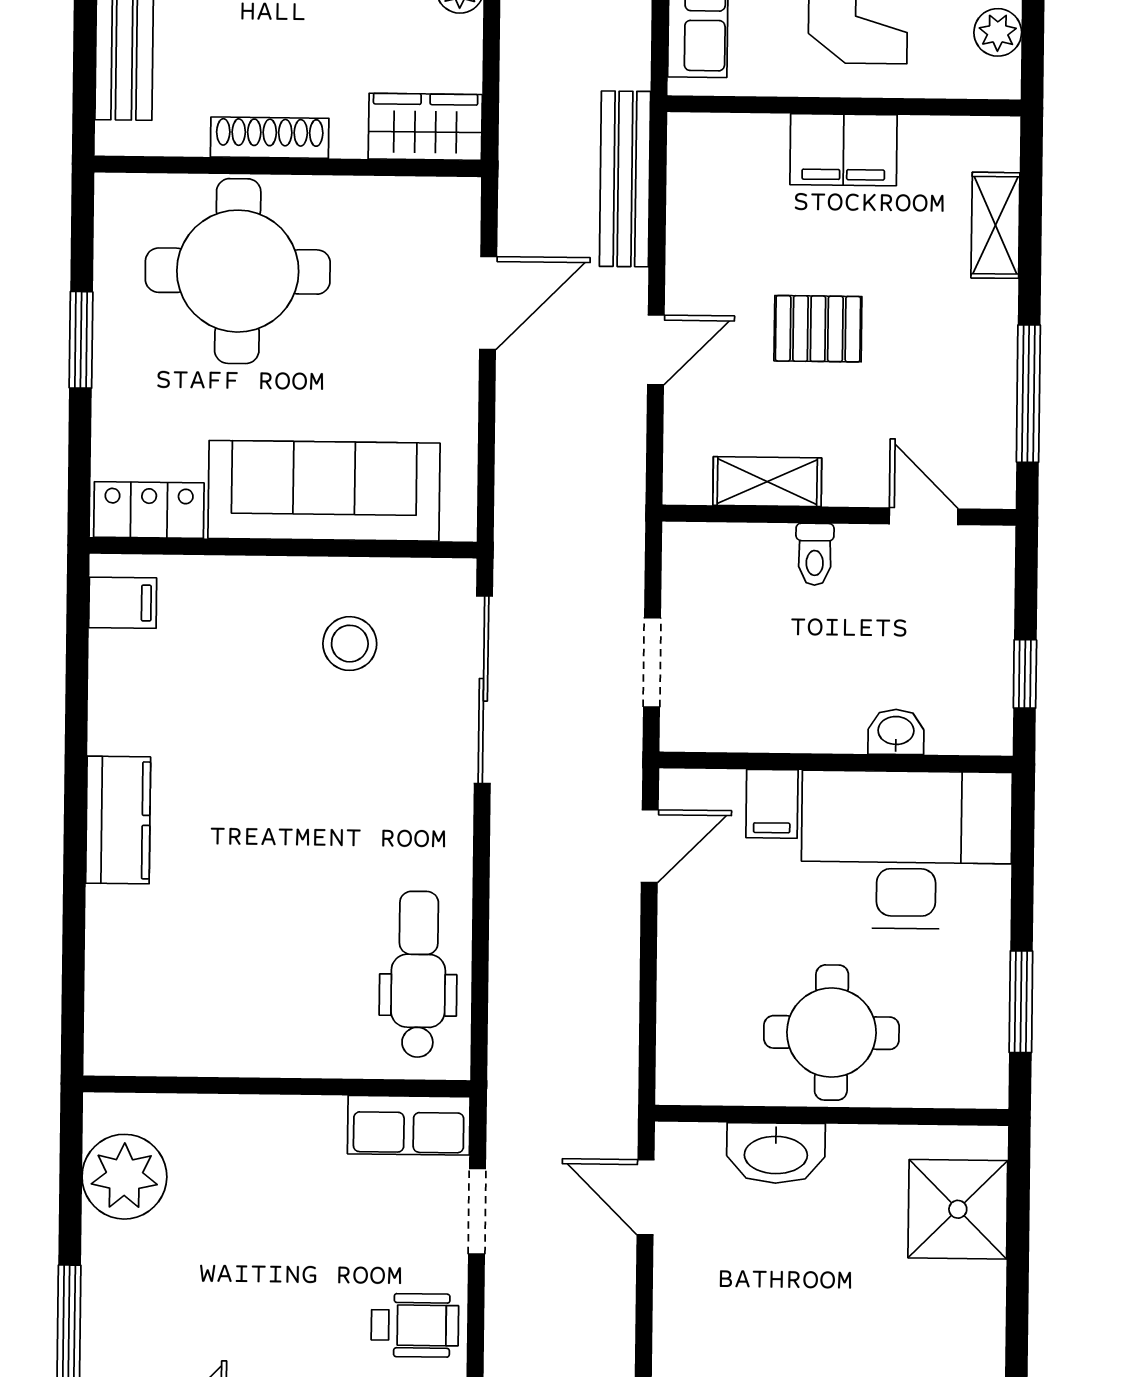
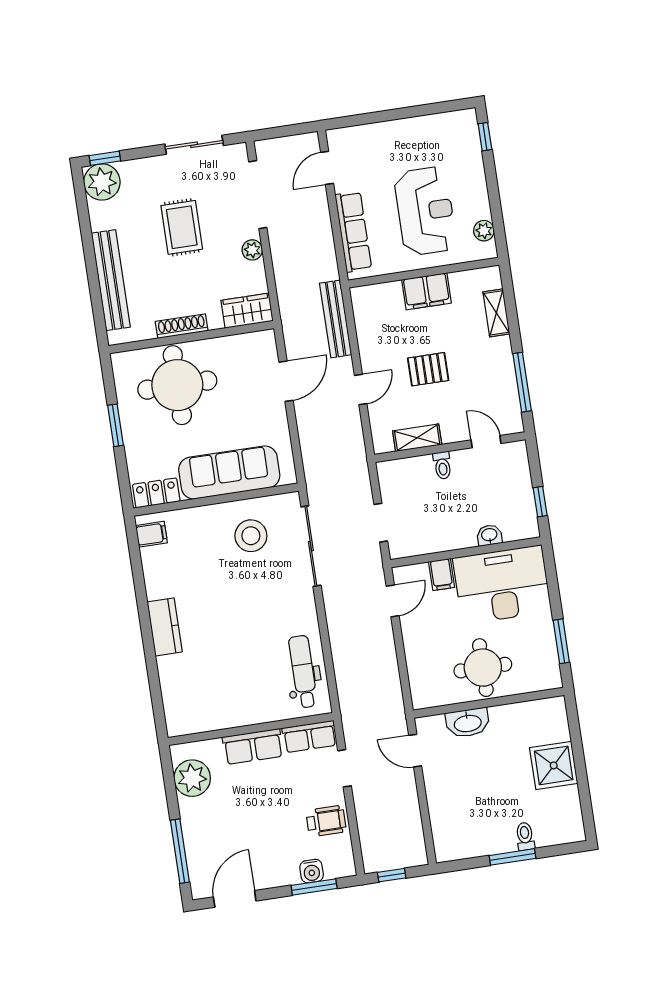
stool: (350, 644) -> (251, 536), width x1.38, depth x1.38
row of seats: (275, 1127) -> (253, 747), added
shower: (958, 1209) -> (554, 765), moved

